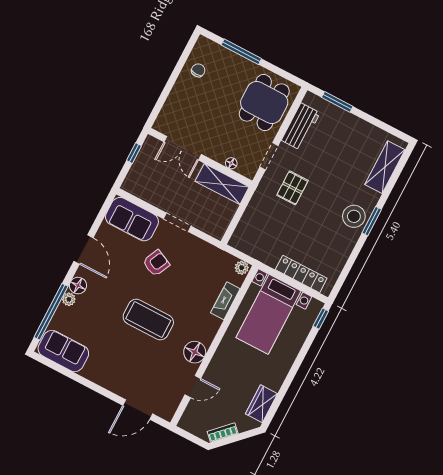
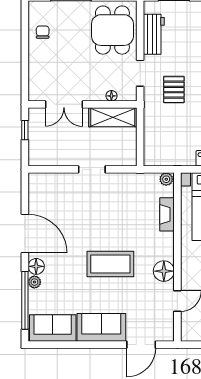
sofa: (132, 219) -> (101, 327), moved, turned 180
door: (83, 250) -> (25, 234), width x1.36
armchair: (156, 263) -> (92, 213), removed

